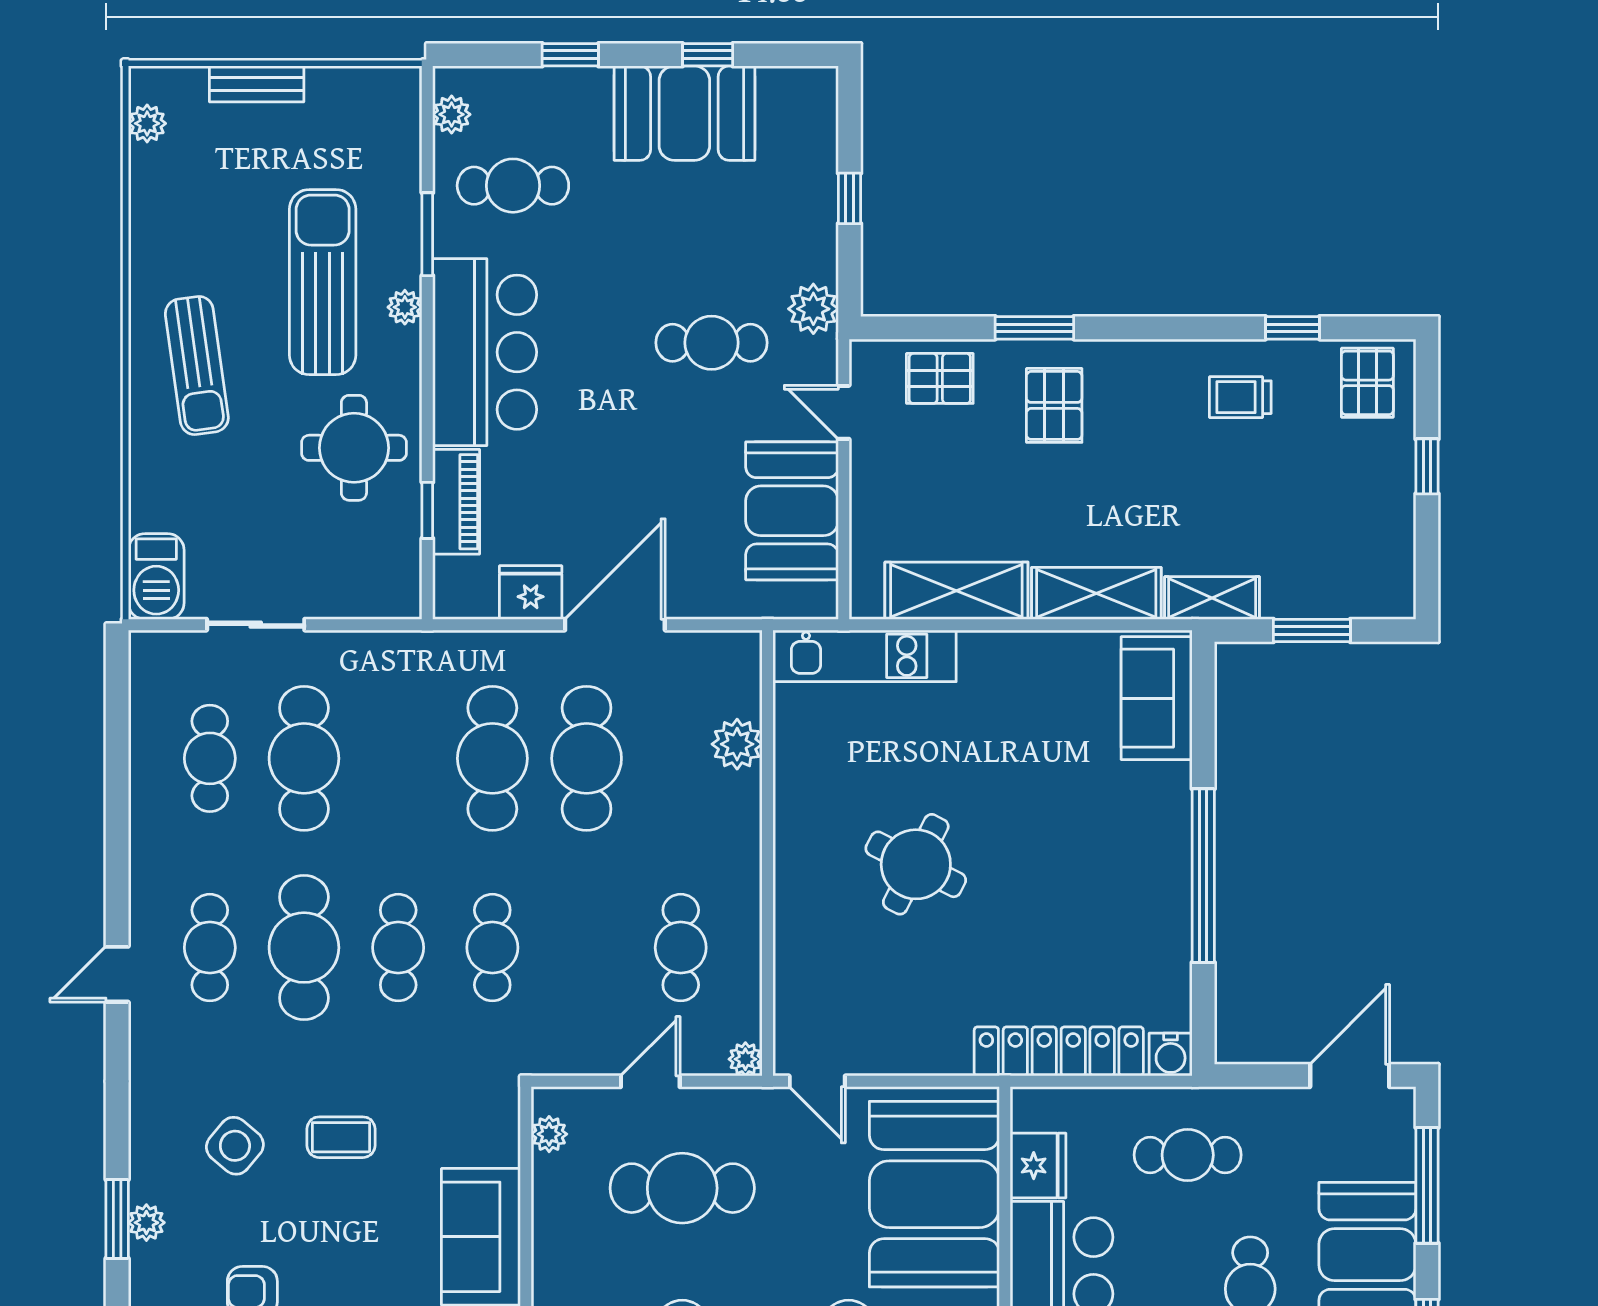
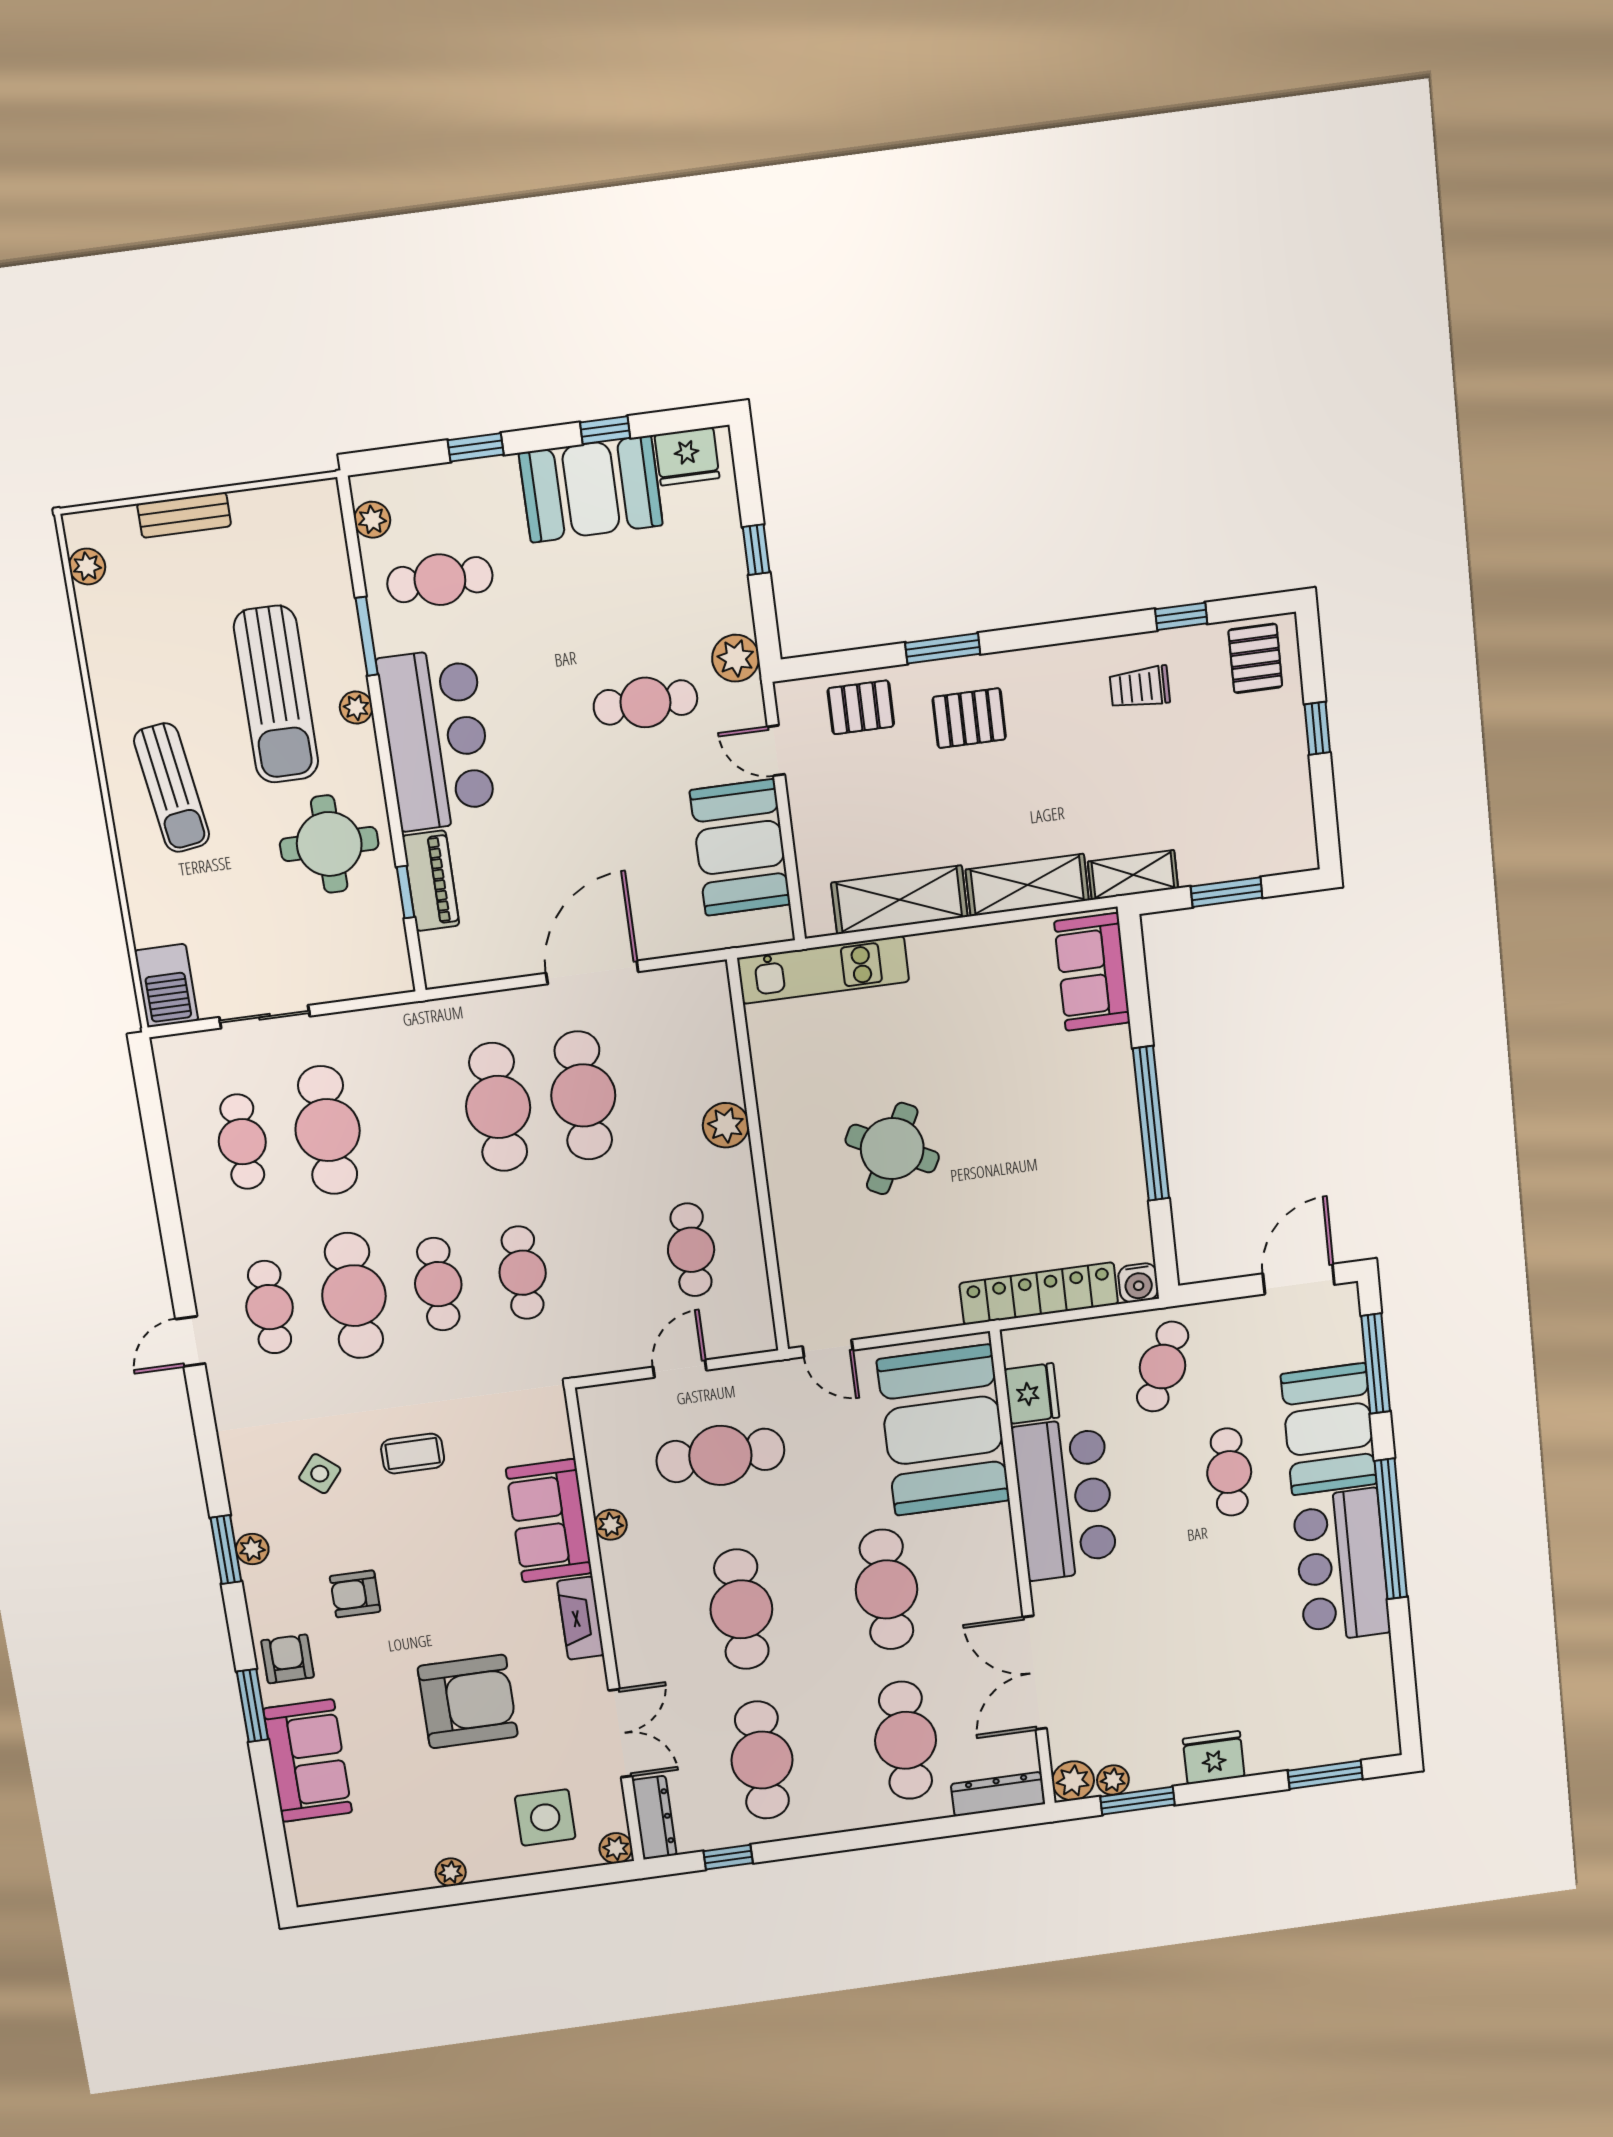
sun lounger: (323, 282) -> (276, 694), turned 180
pallet: (1054, 405) -> (969, 718), turned 90
fridge: (531, 592) -> (687, 456), moved, turned 180
plant: (737, 744) -> (726, 1125), moved
plant: (745, 1059) -> (762, 1338), removed
plant: (549, 1134) -> (611, 1525), moved
side table: (235, 1146) -> (320, 1474), width x0.73, depth x0.73
cafe table: (1188, 1155) -> (1163, 1367), turned -67

